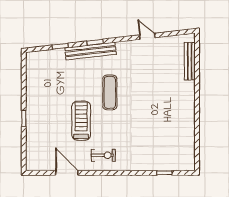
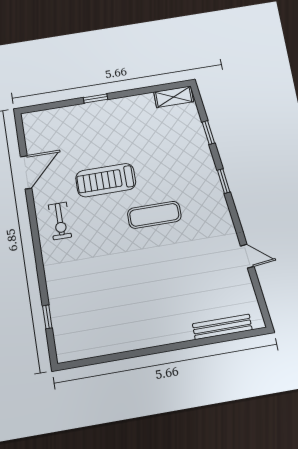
door: (147, 36) -> (247, 256), hinge flipped
bench: (91, 51) -> (210, 177), removed
shelving: (31, 65) -> (174, 97), added
treadmill: (81, 121) -> (106, 180), turned 180

